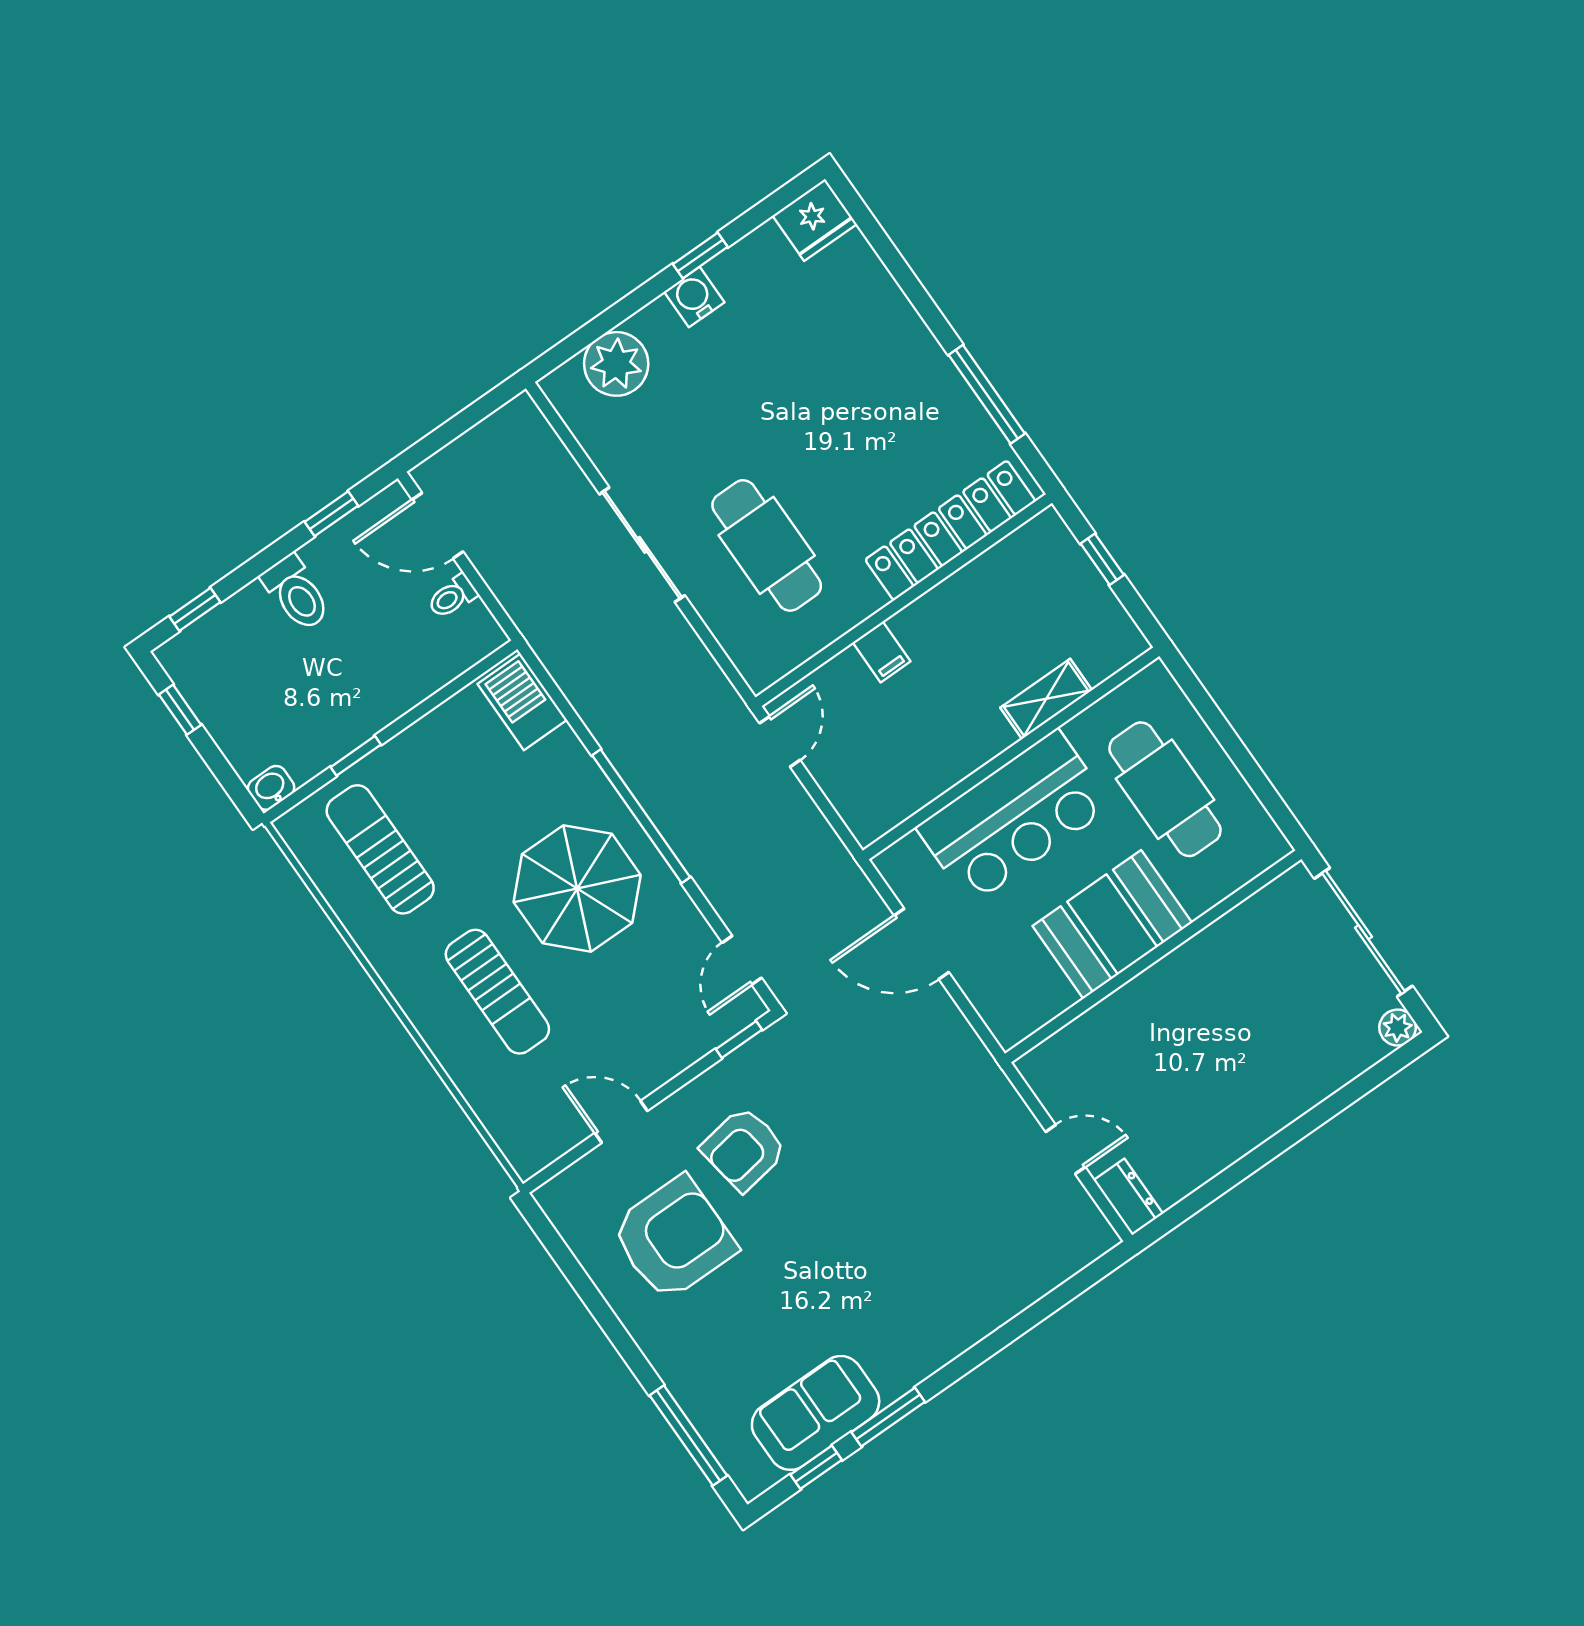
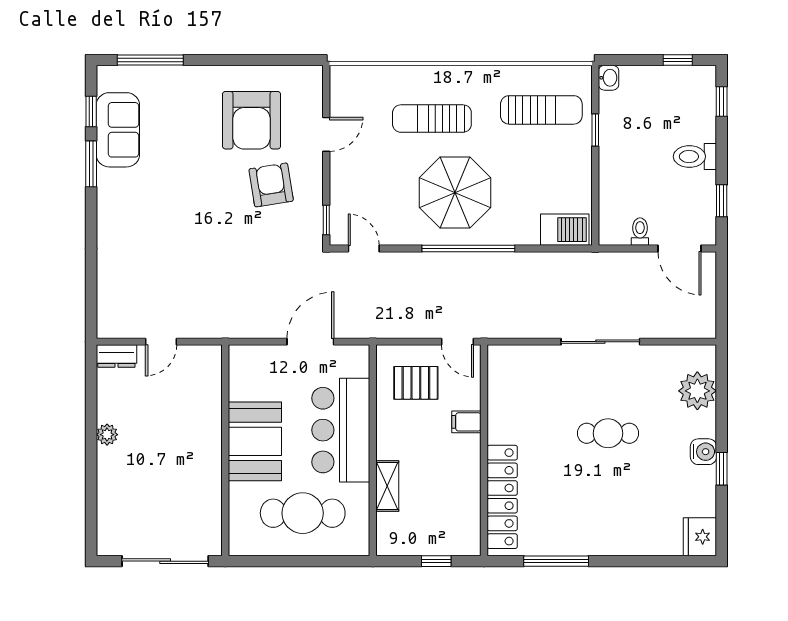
door: (438, 526) -> (680, 248), swing flipped
cafe table: (767, 545) -> (608, 433), moved, width x0.73, depth x0.74
pallet: (877, 759) -> (416, 383), added
plant: (1398, 1028) -> (107, 435), moved

